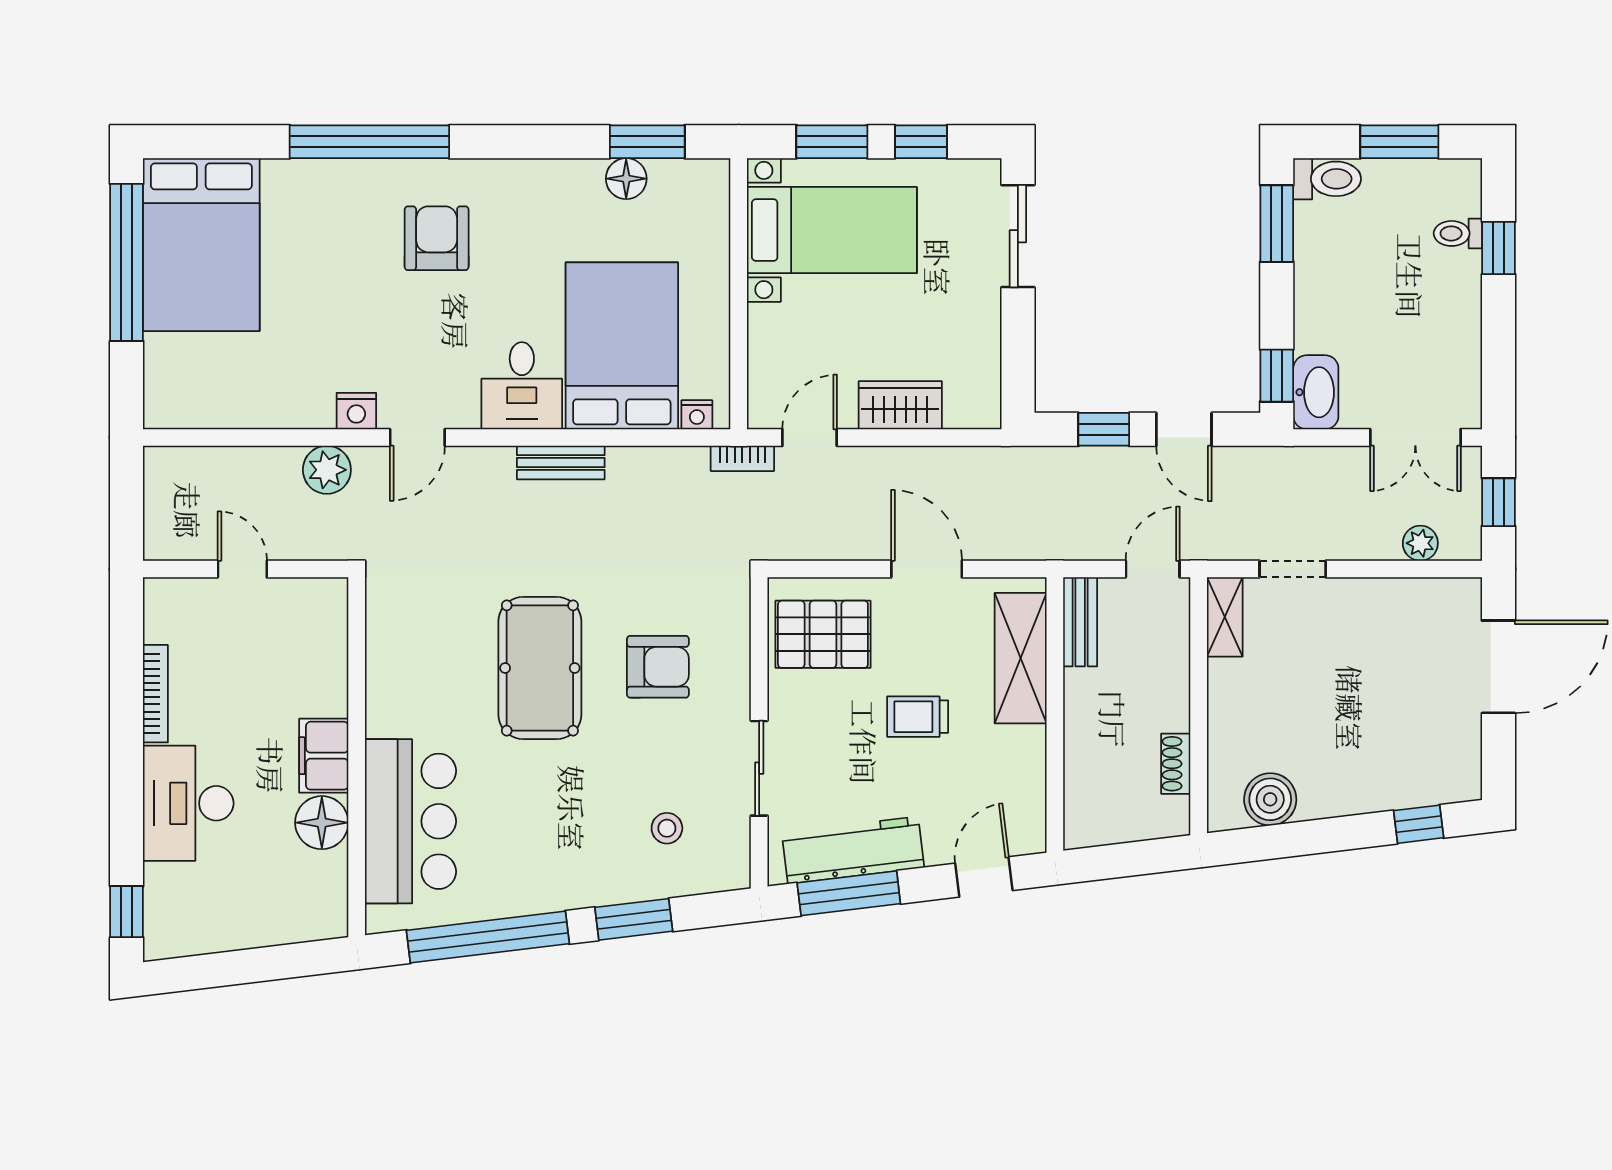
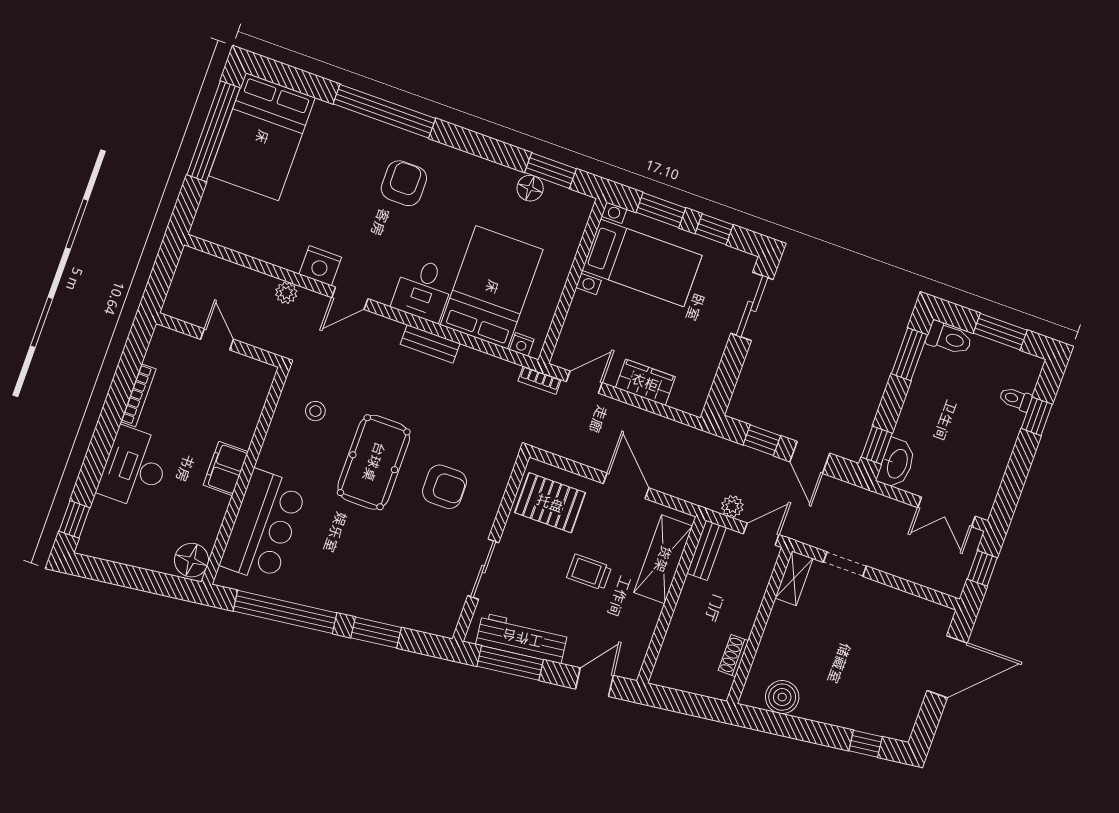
nightstand: (356, 411) -> (320, 266), width x1.36, depth x1.33
plant: (327, 470) -> (286, 293), width x0.73, depth x0.73
plant: (1420, 543) -> (732, 506), moved
floor lamp: (322, 823) -> (192, 560), moved
stool: (667, 828) -> (315, 411), moved

